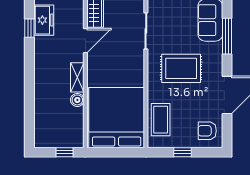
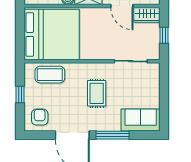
window: (227, 36) -> (113, 135), moved
rug: (181, 68) -> (97, 93), width x0.73, depth x0.70

